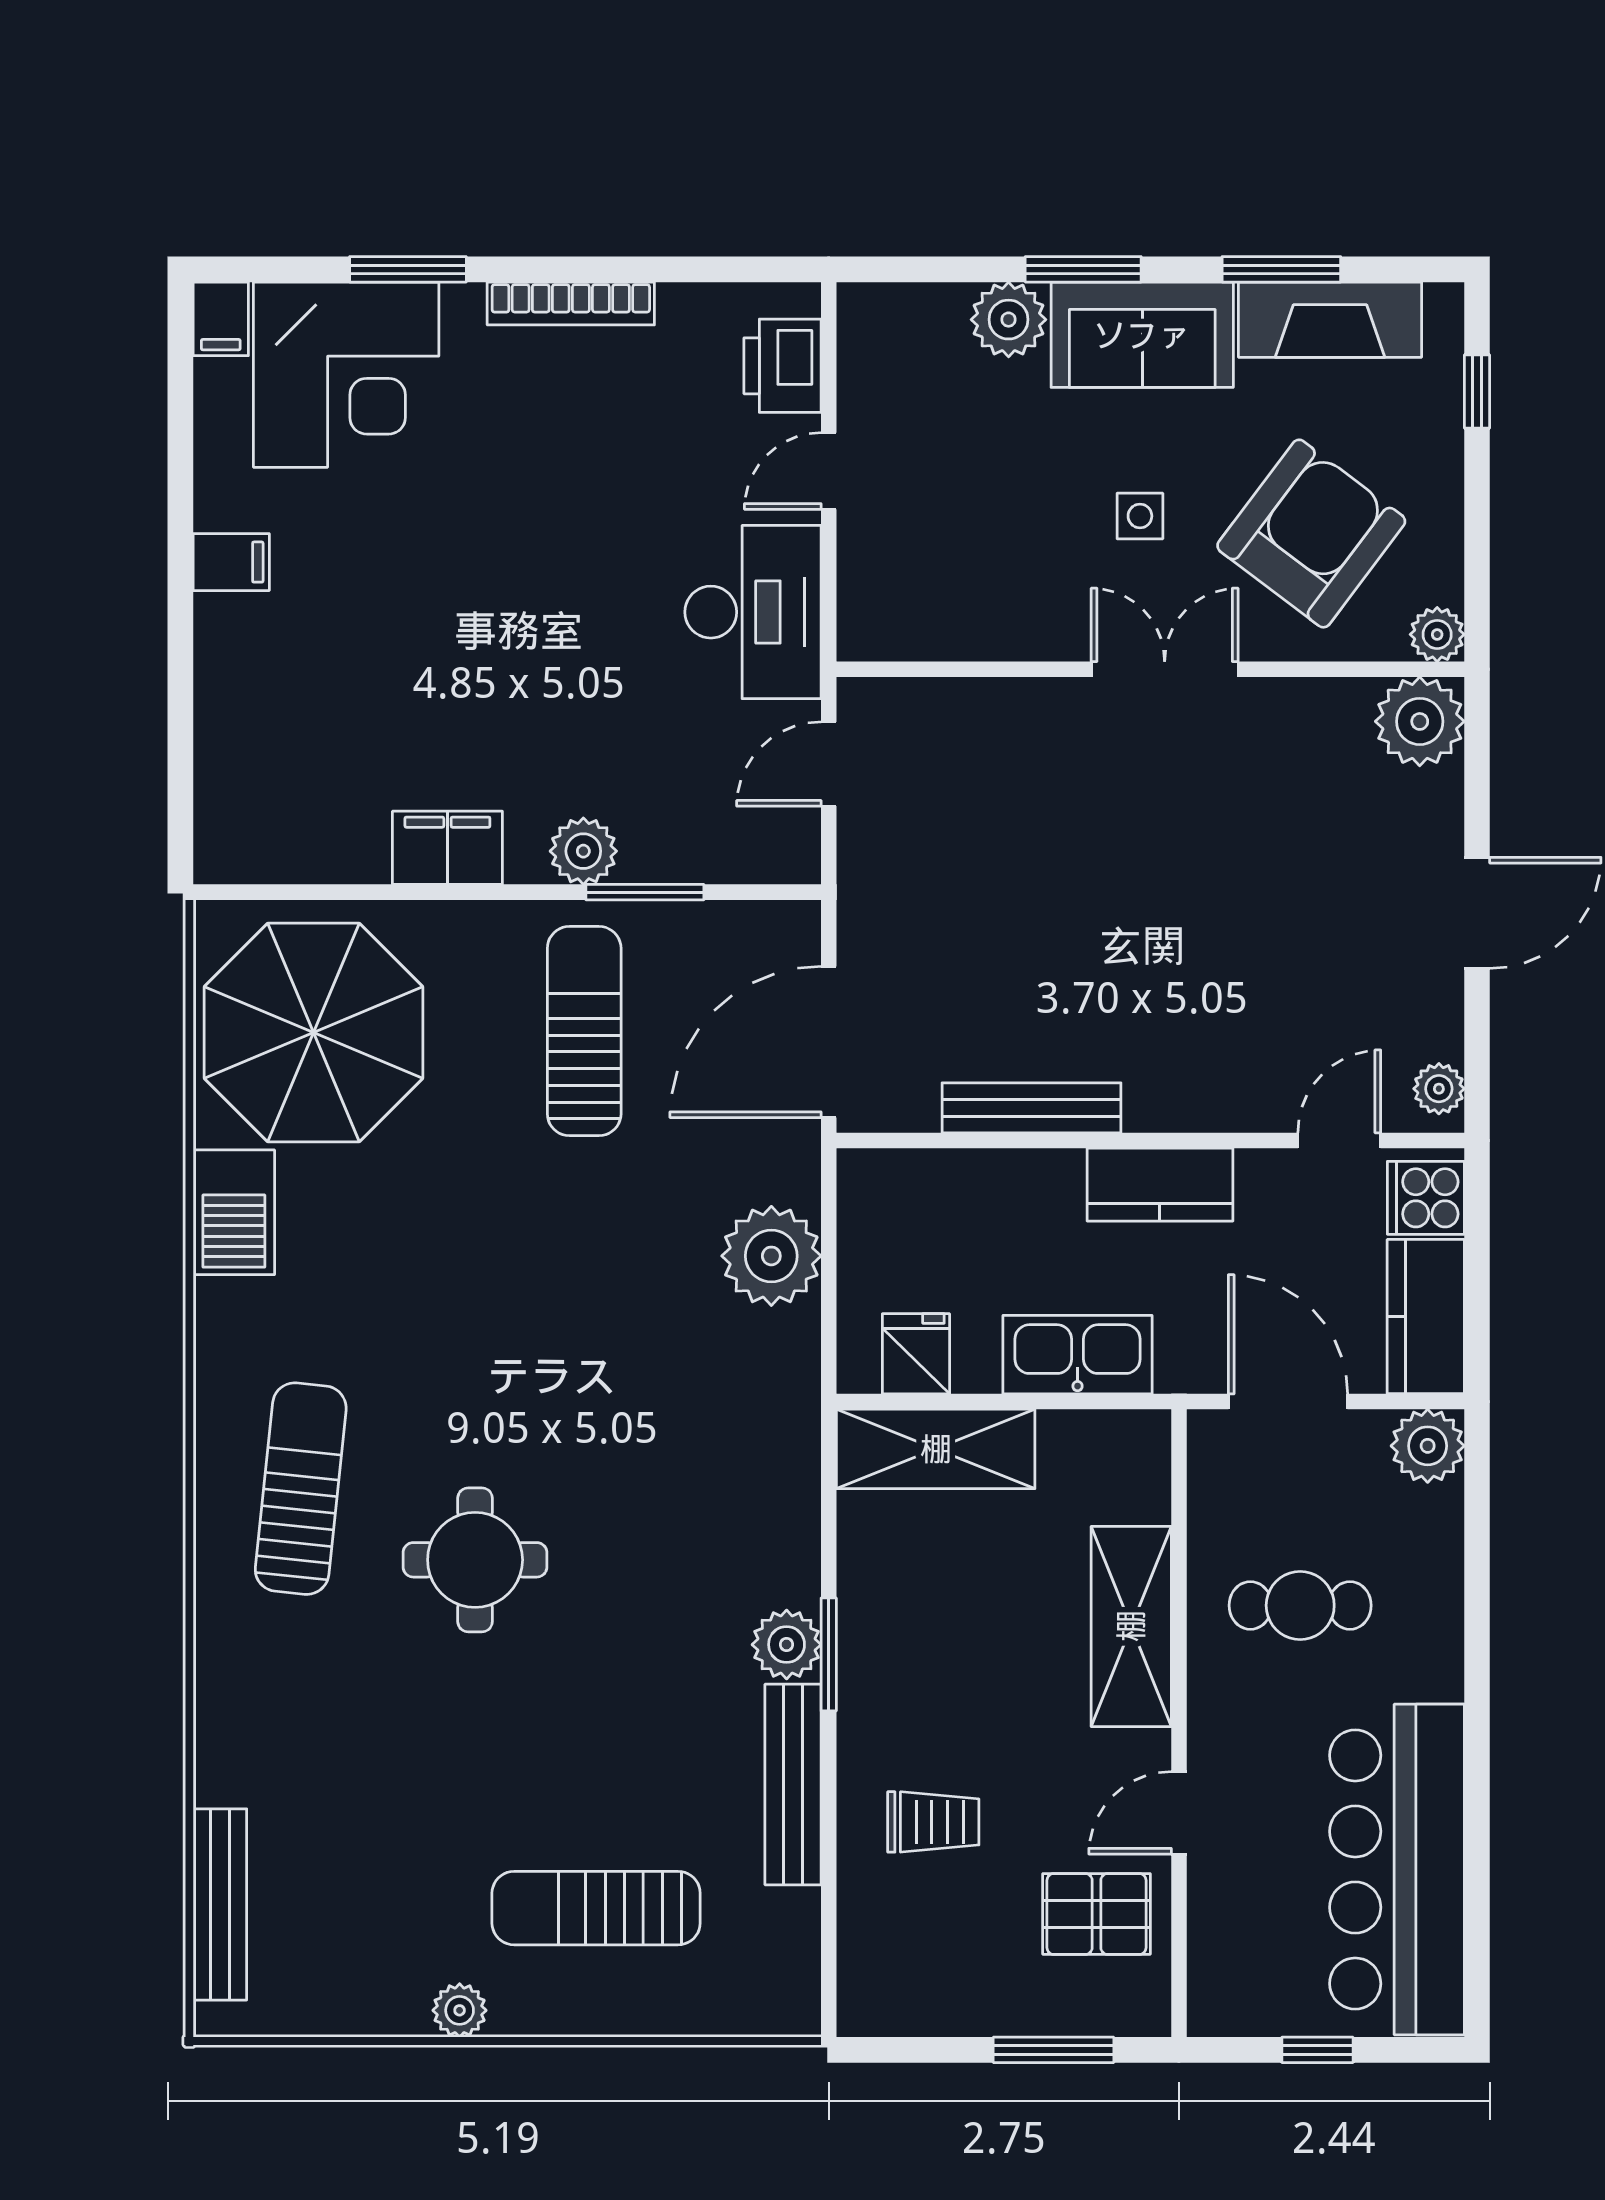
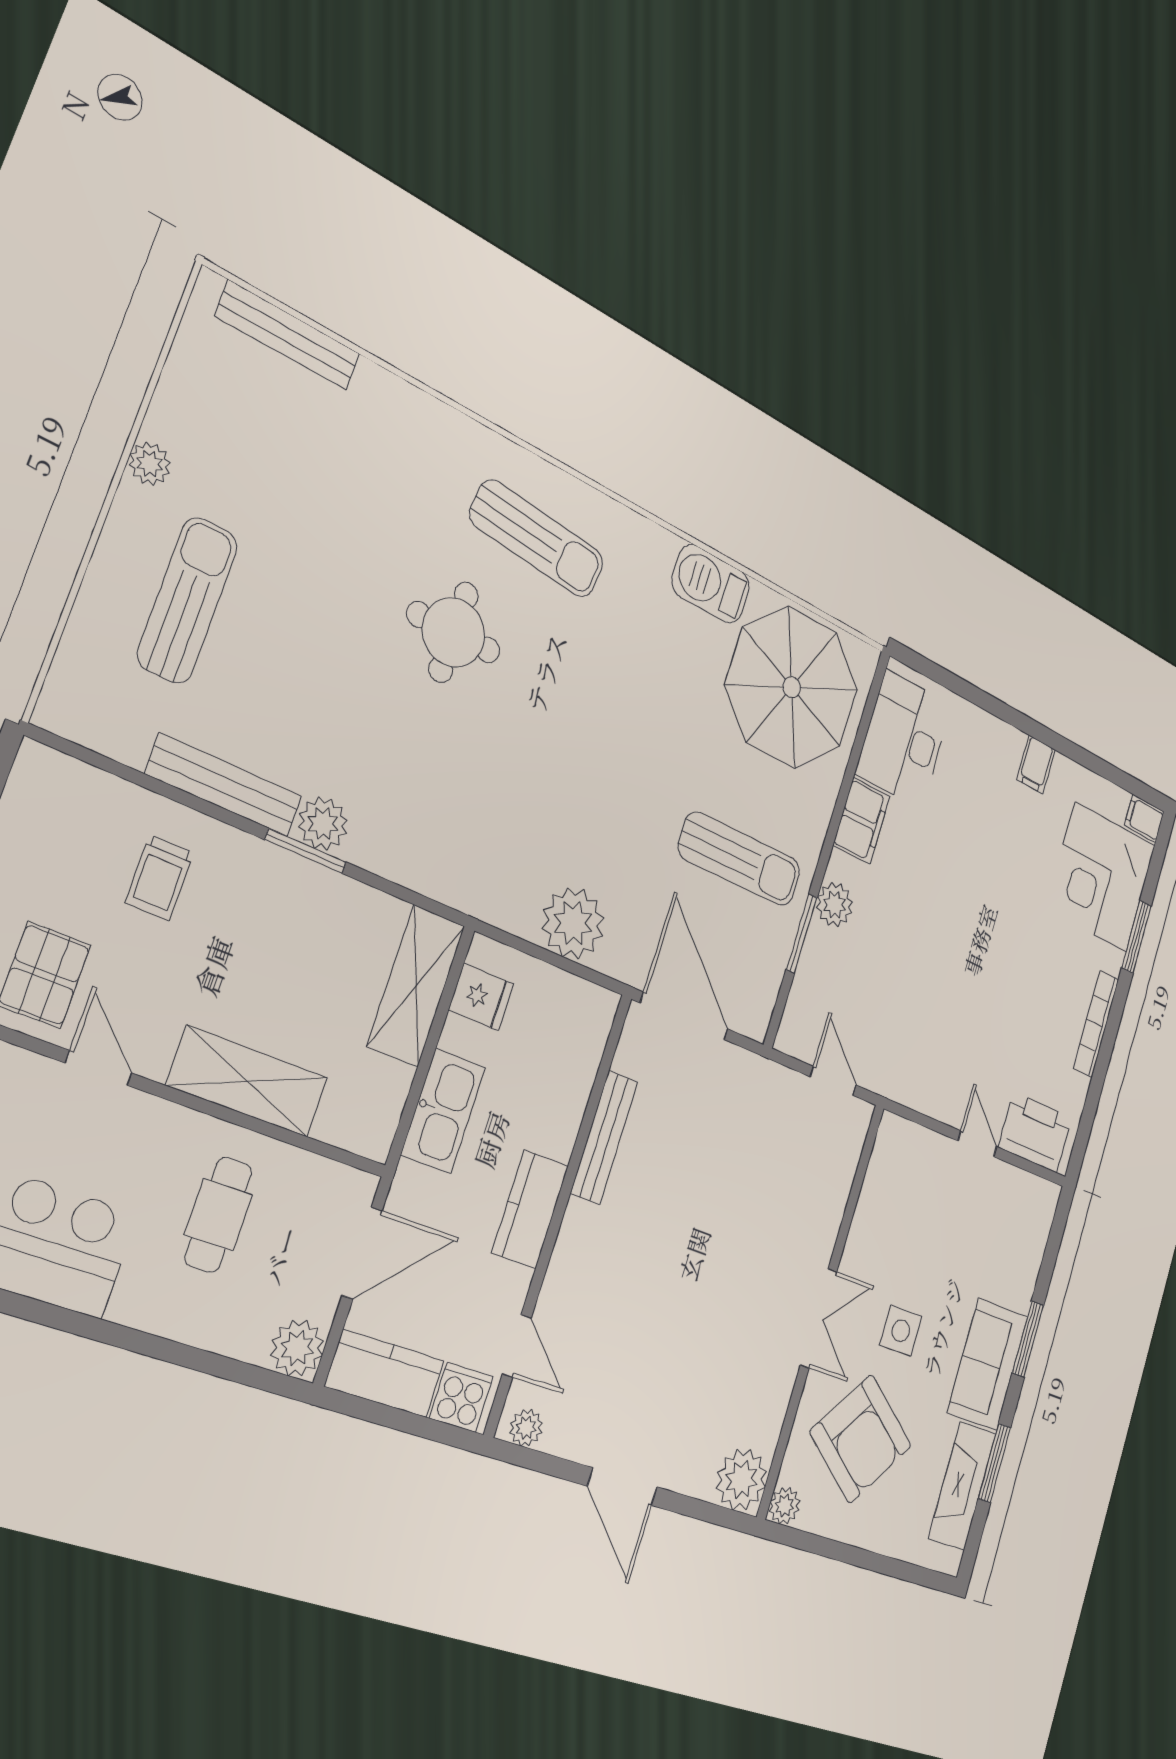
plant: (1009, 320) -> (1017, 1284), removed
printer: (782, 366) -> (1035, 1133), width x1.37, depth x1.19
window: (1477, 391) -> (901, 1570), removed
side table: (1140, 516) -> (901, 1331), width x1.37, depth x1.37
desk: (753, 612) -> (904, 739), moved, turned 90

